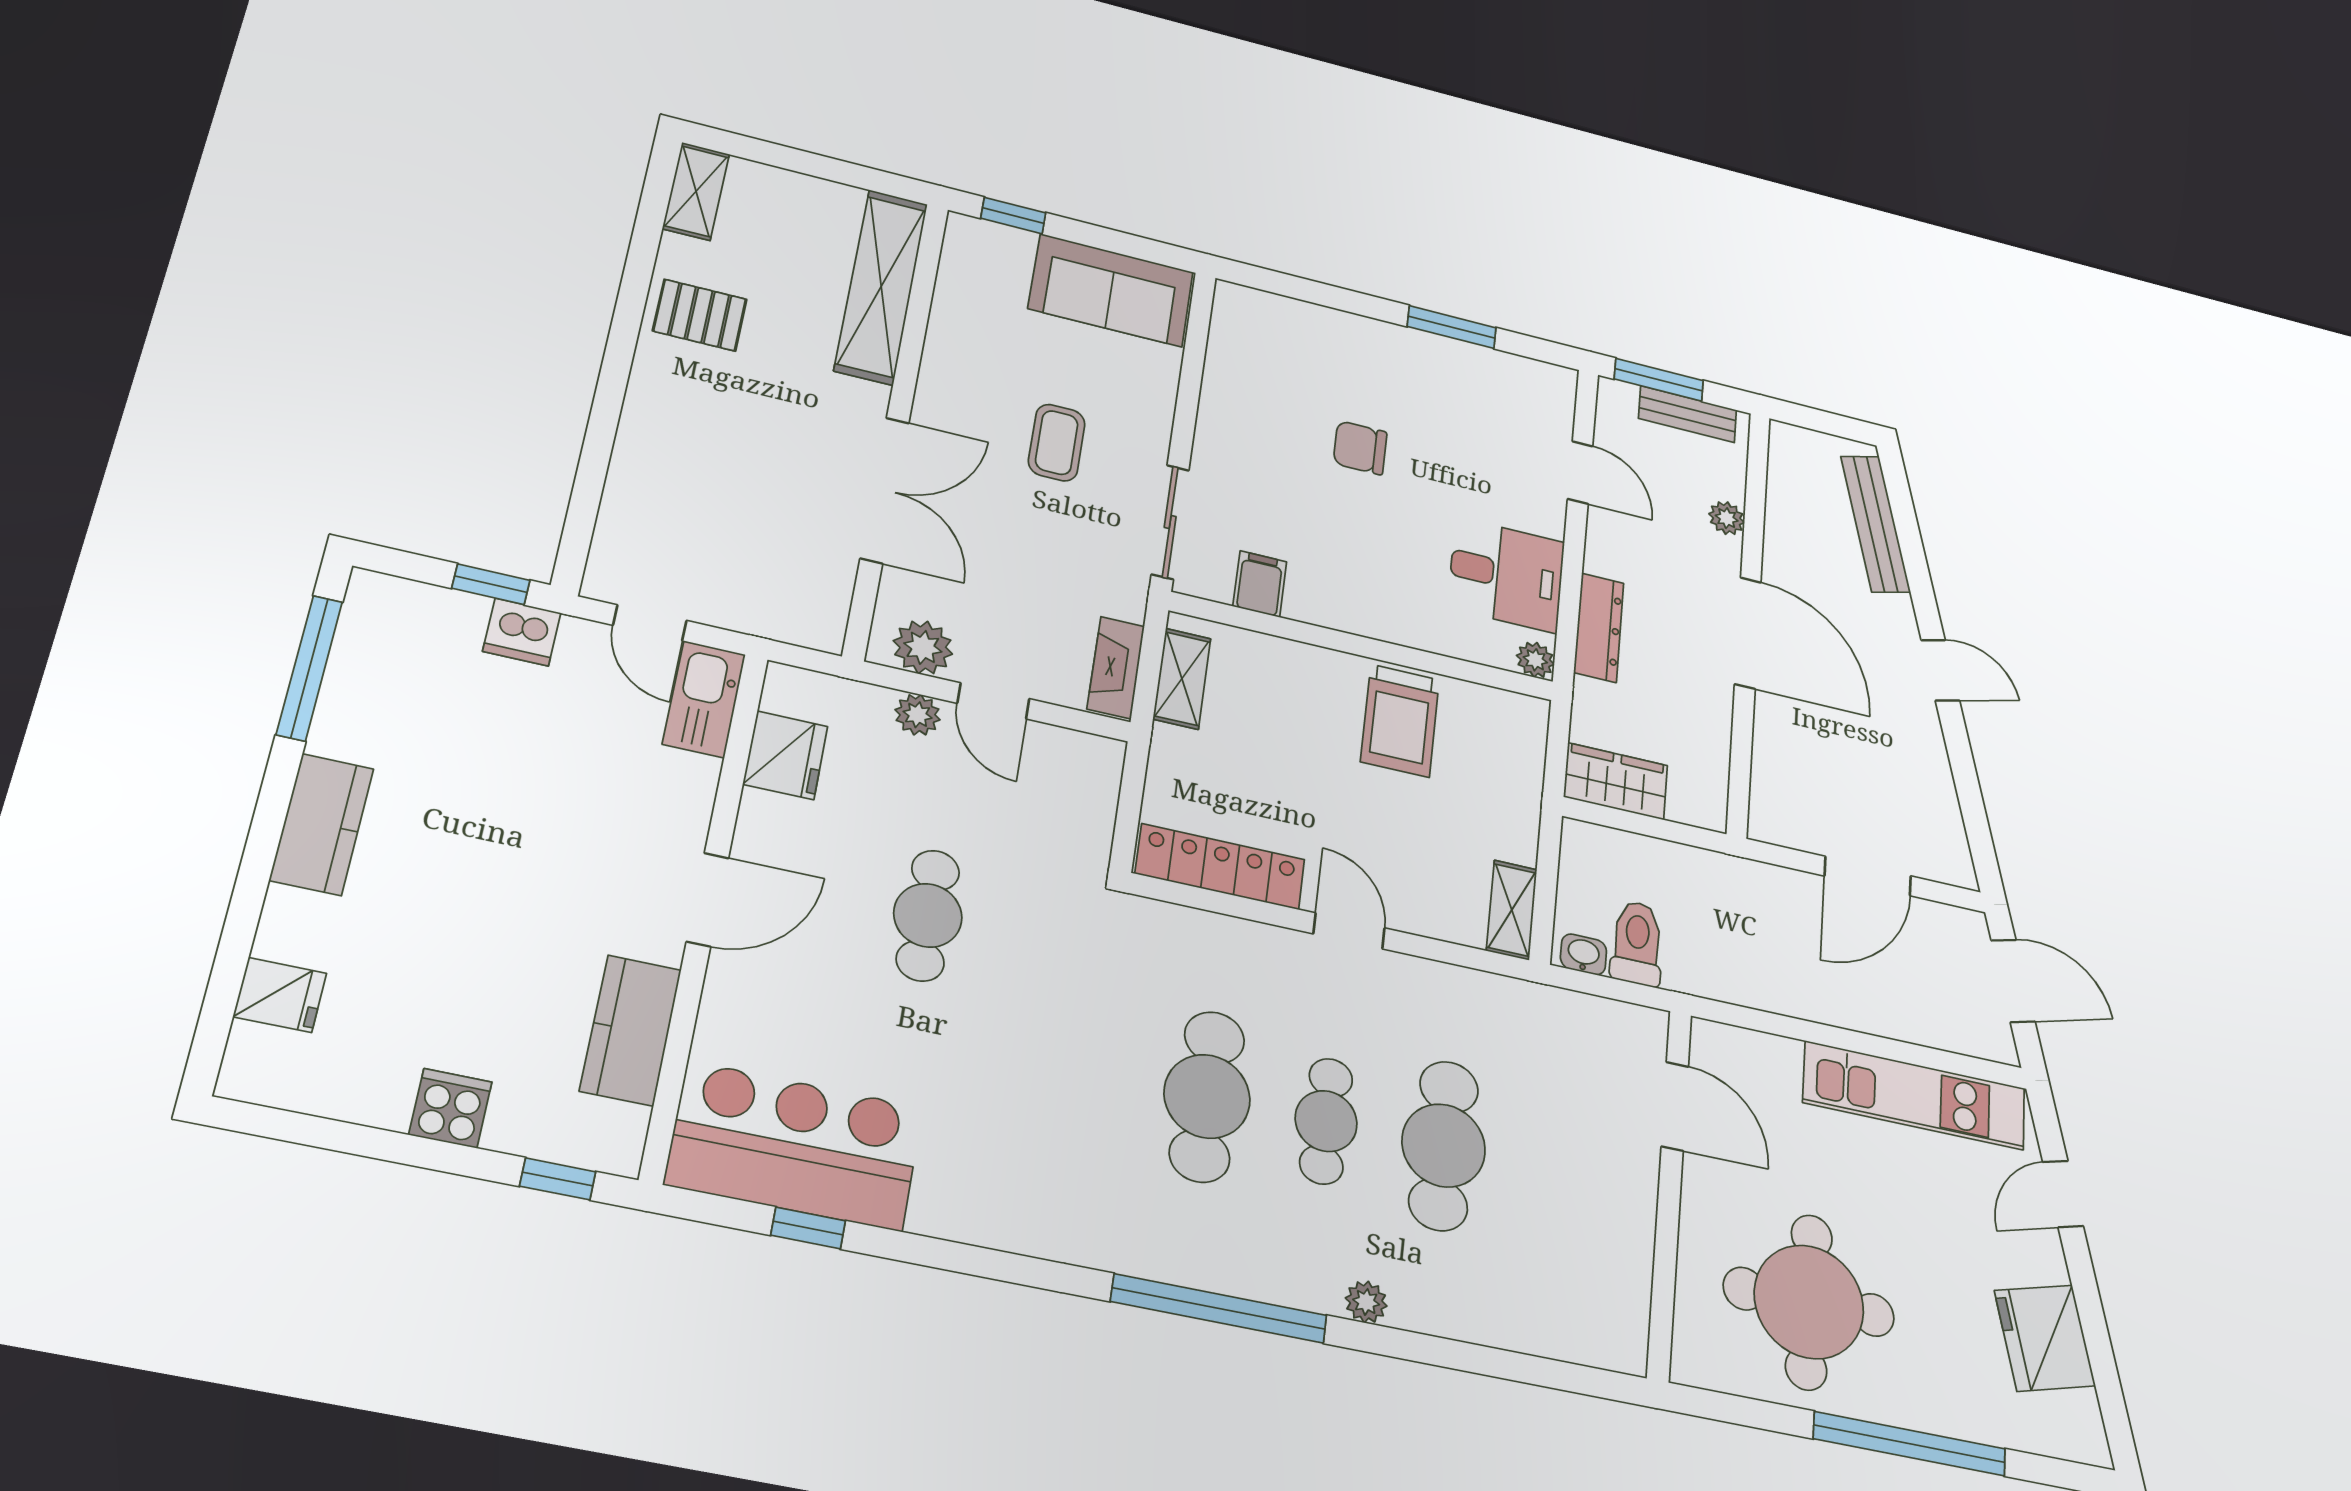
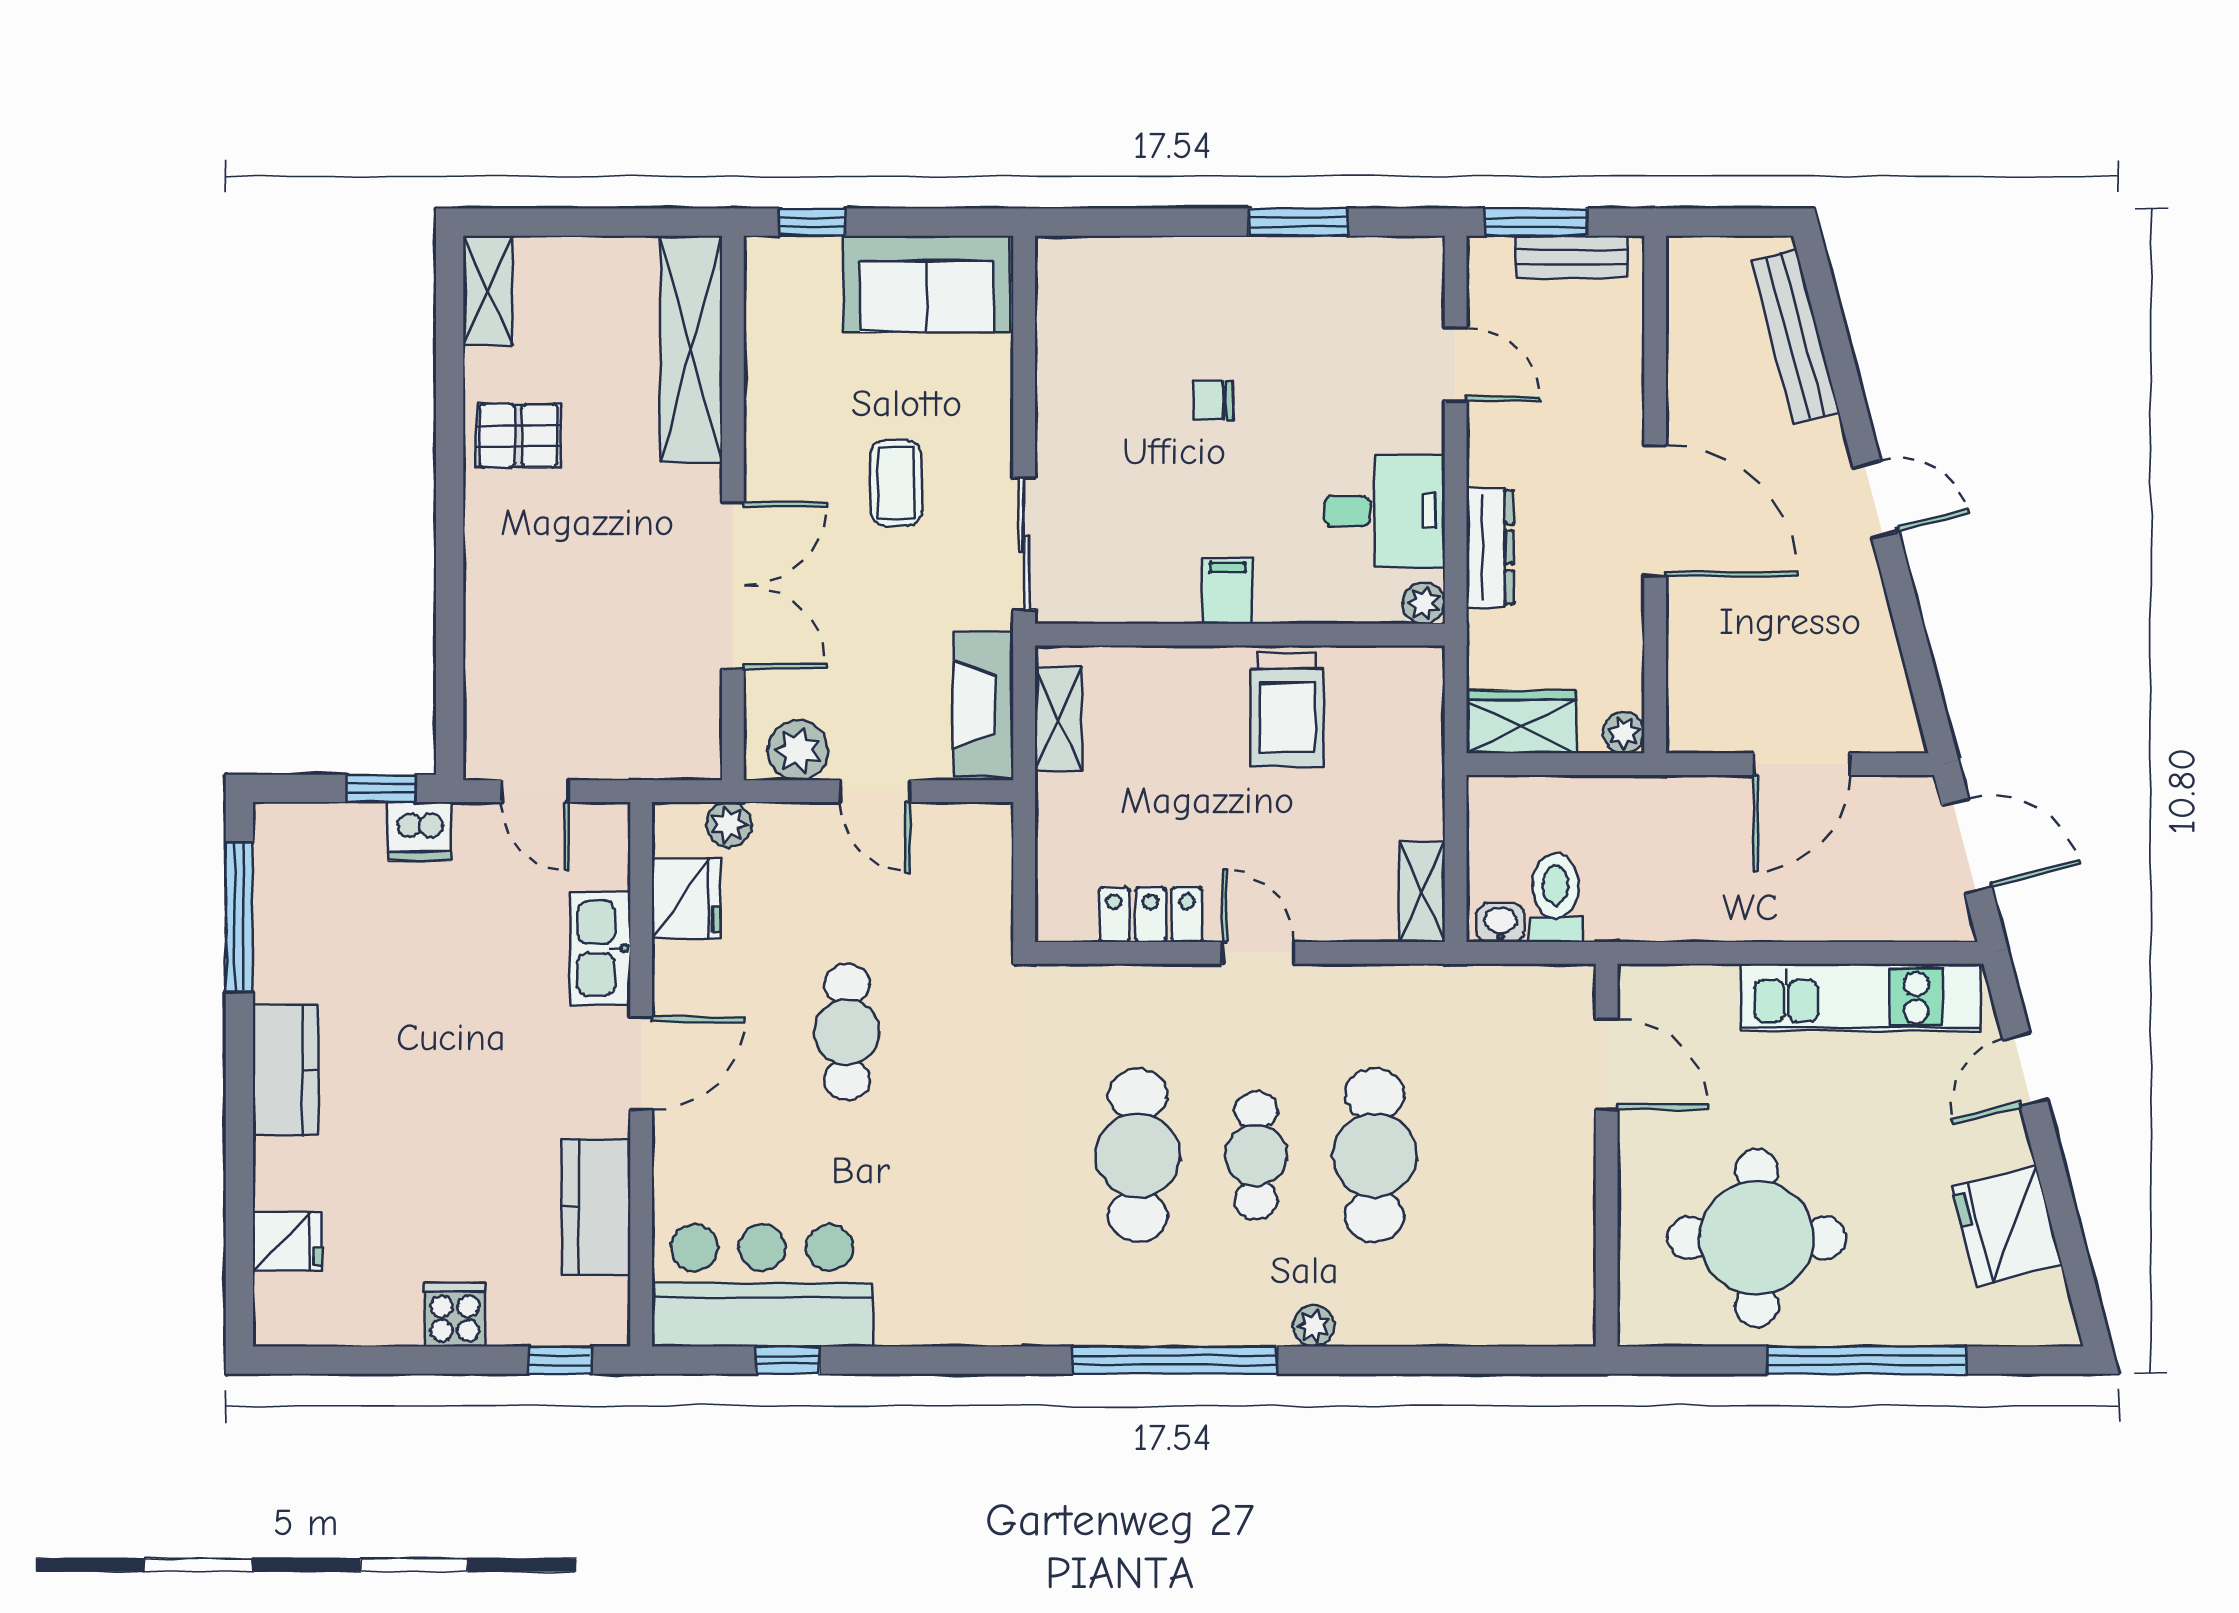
chair: (1360, 448) -> (1213, 401), width x0.73, depth x0.73
plant: (1727, 518) -> (1624, 733), moved
filing cabinet: (1260, 584) -> (1228, 591), moved
fireplace: (1116, 668) -> (983, 704), width x1.37, depth x1.32
kitchen sink: (704, 699) -> (600, 948), moved
plant: (918, 715) -> (729, 824), moved
locker: (1220, 867) -> (1151, 915), width x0.66

